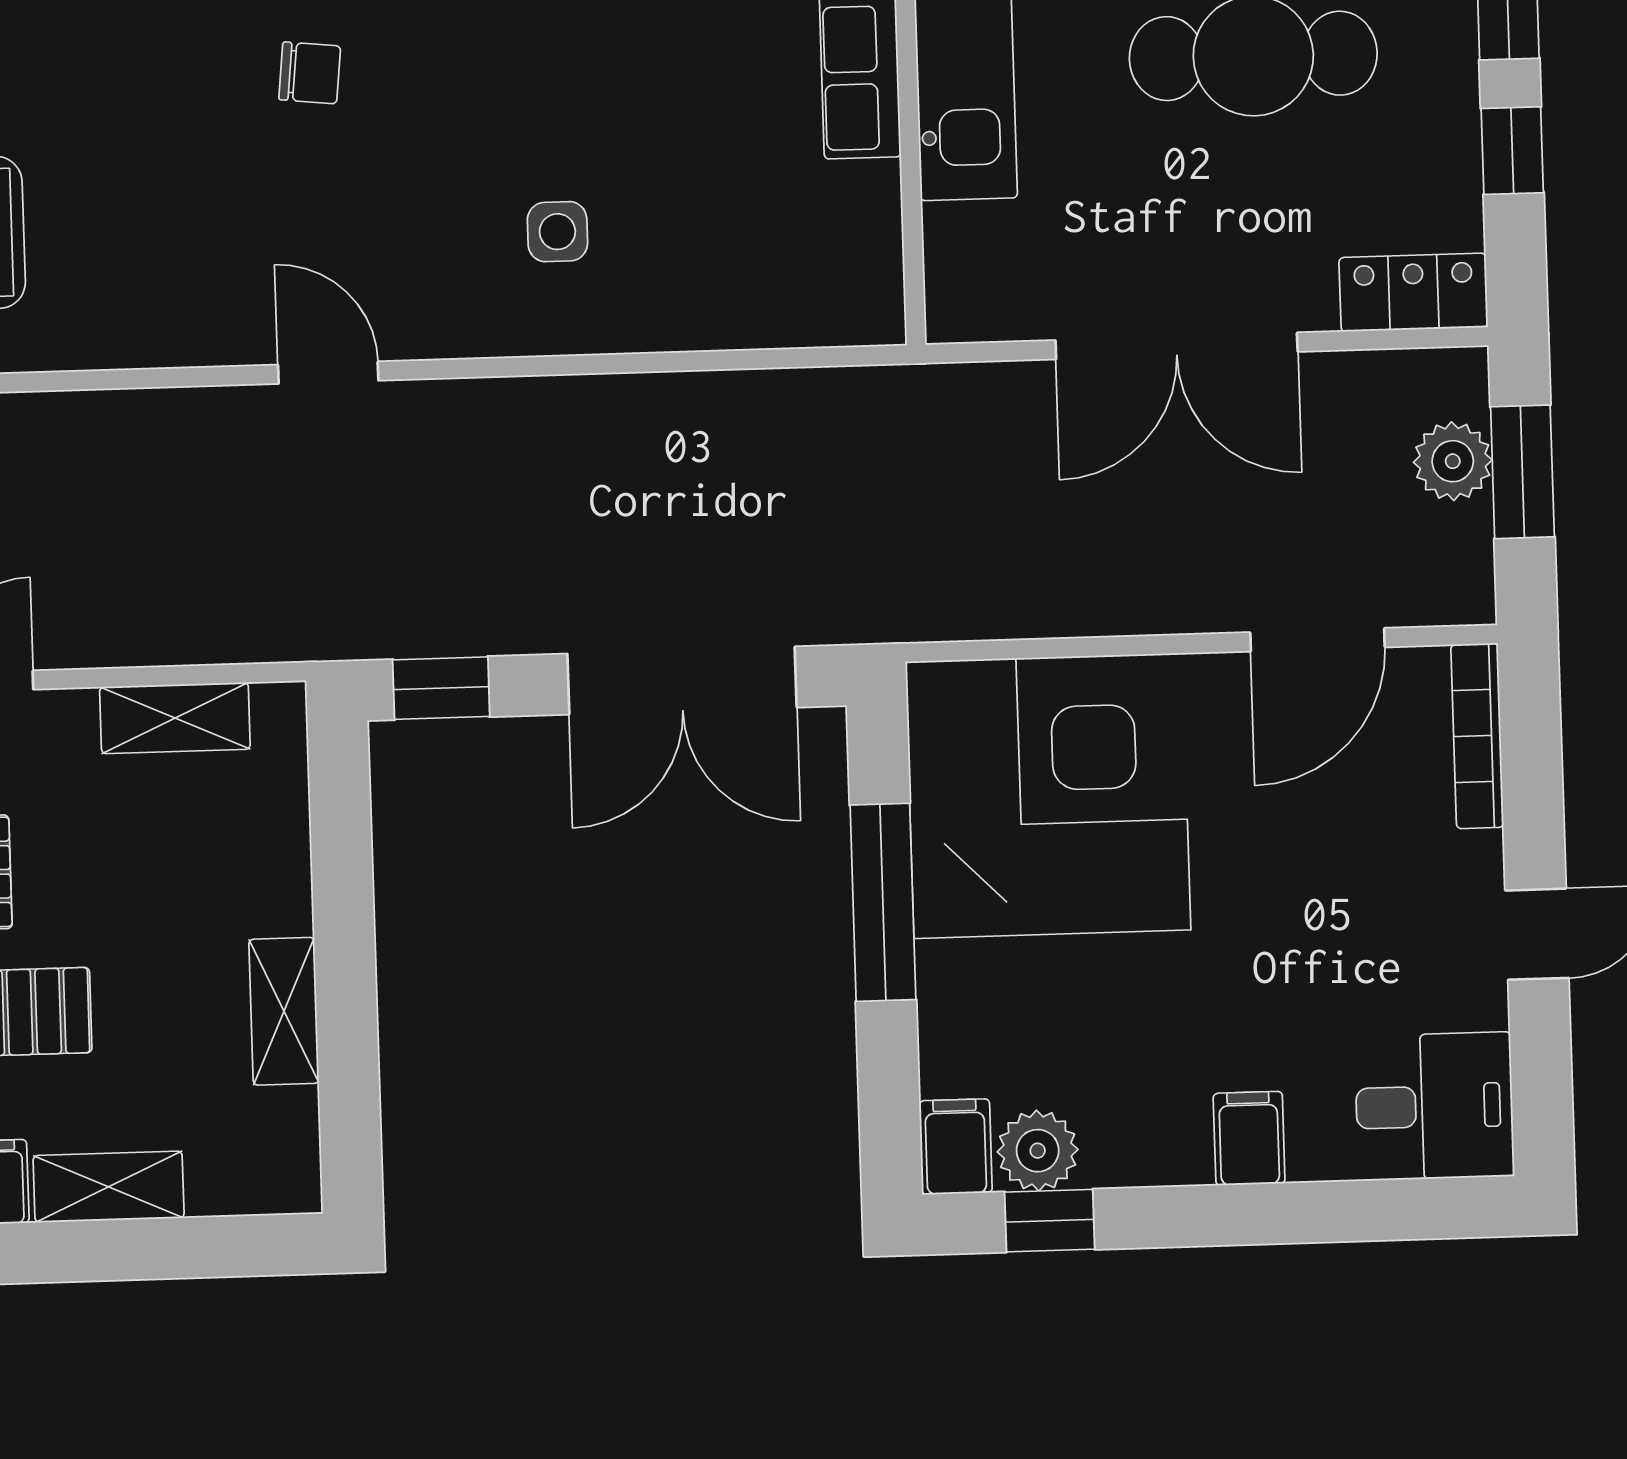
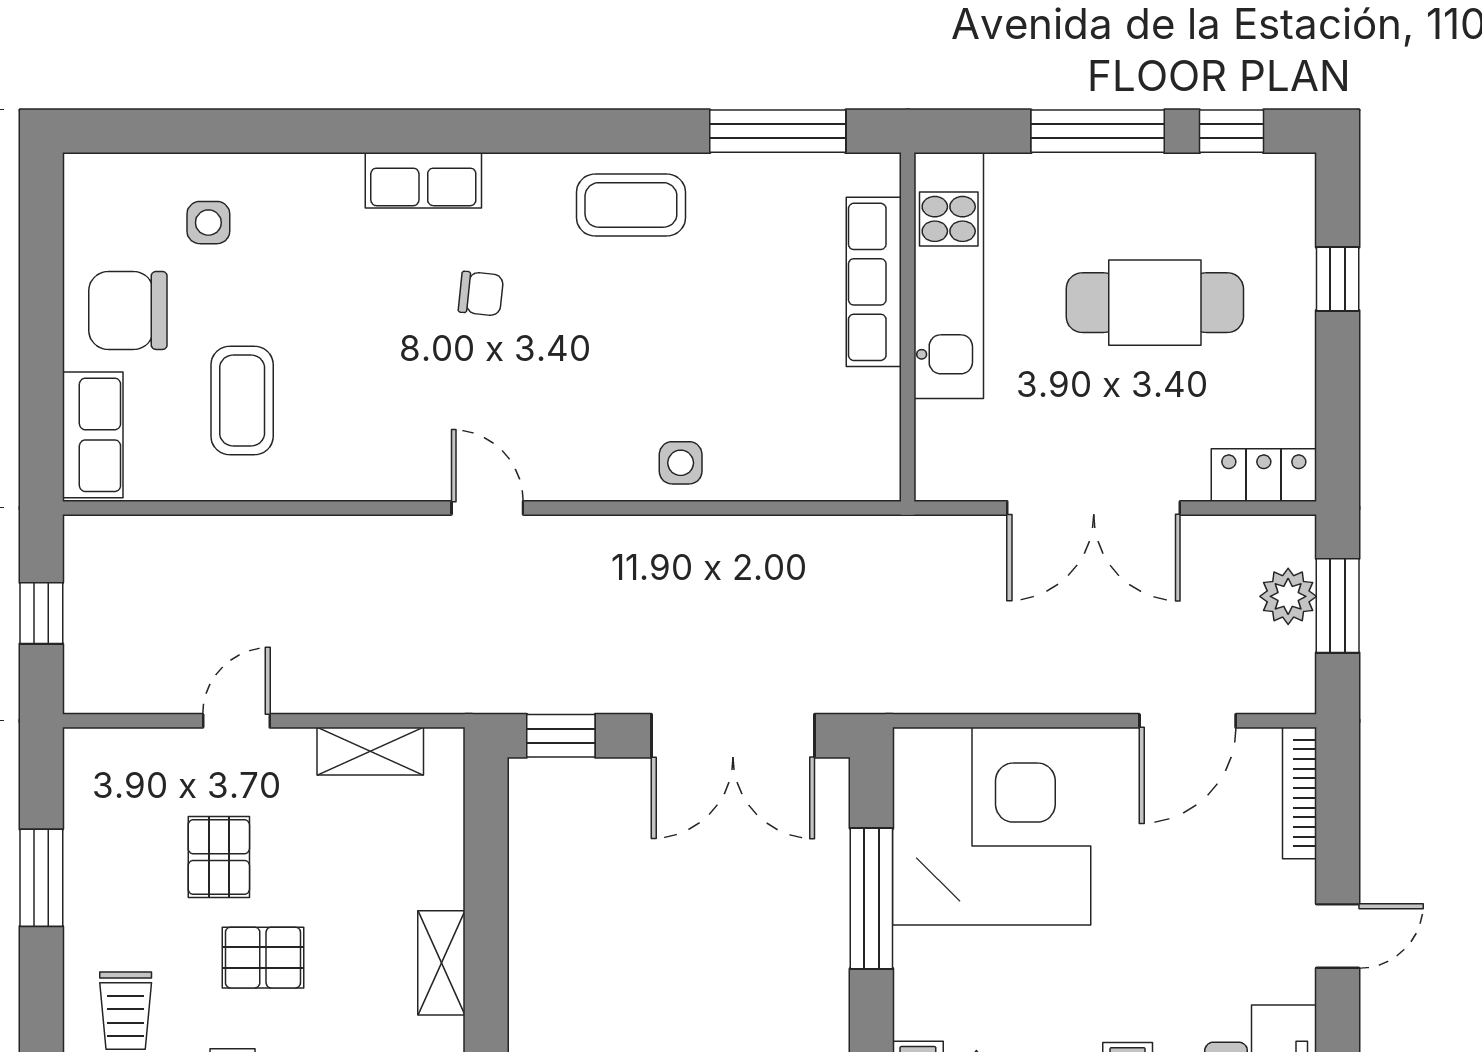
window: (1512, 151) -> (1338, 376), removed
side table: (557, 232) -> (681, 463), moved

